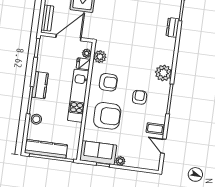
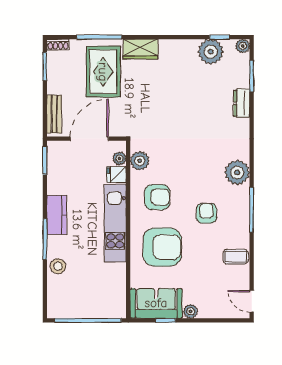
door: (163, 146) -> (252, 301), moved
kitchen counter: (46, 149) -> (78, 308), removed

